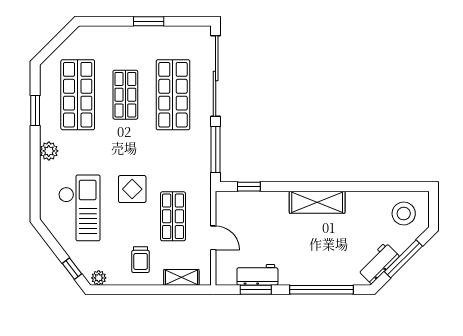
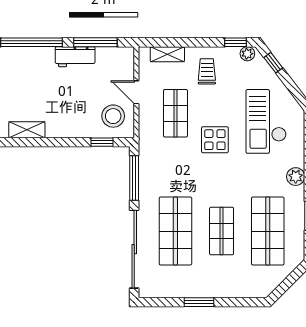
shelving: (317, 202) -> (27, 130), width x0.67, depth x0.75
stool: (237, 213) -> (113, 116), added
workbench: (257, 275) -> (75, 57), moved
window: (111, 290) -> (235, 42), added
window: (256, 290) -> (95, 42), width x1.44

